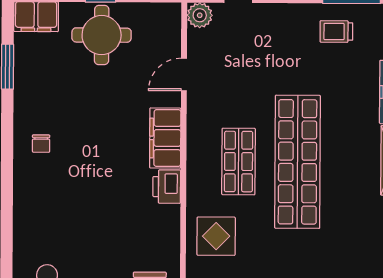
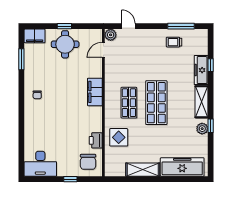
door: (184, 74) -> (103, 50), moved
shop shelf: (298, 162) -> (156, 103), width x0.71
printer: (167, 187) -> (96, 140), moved

